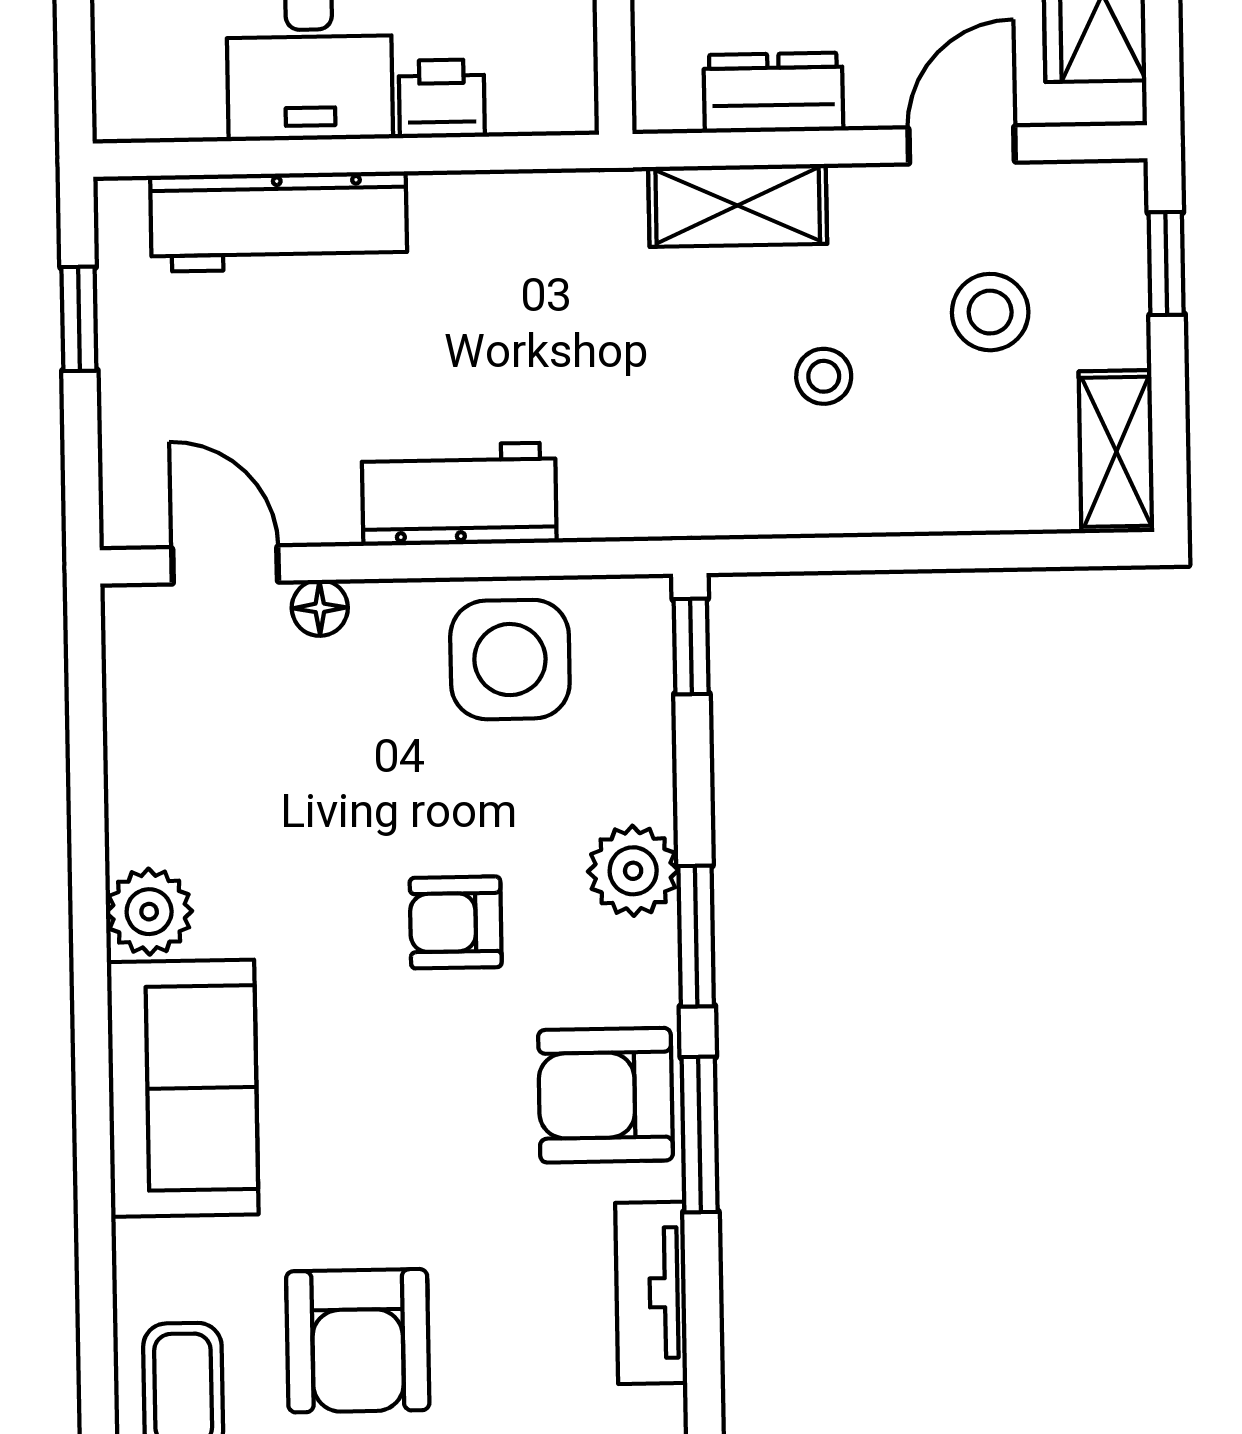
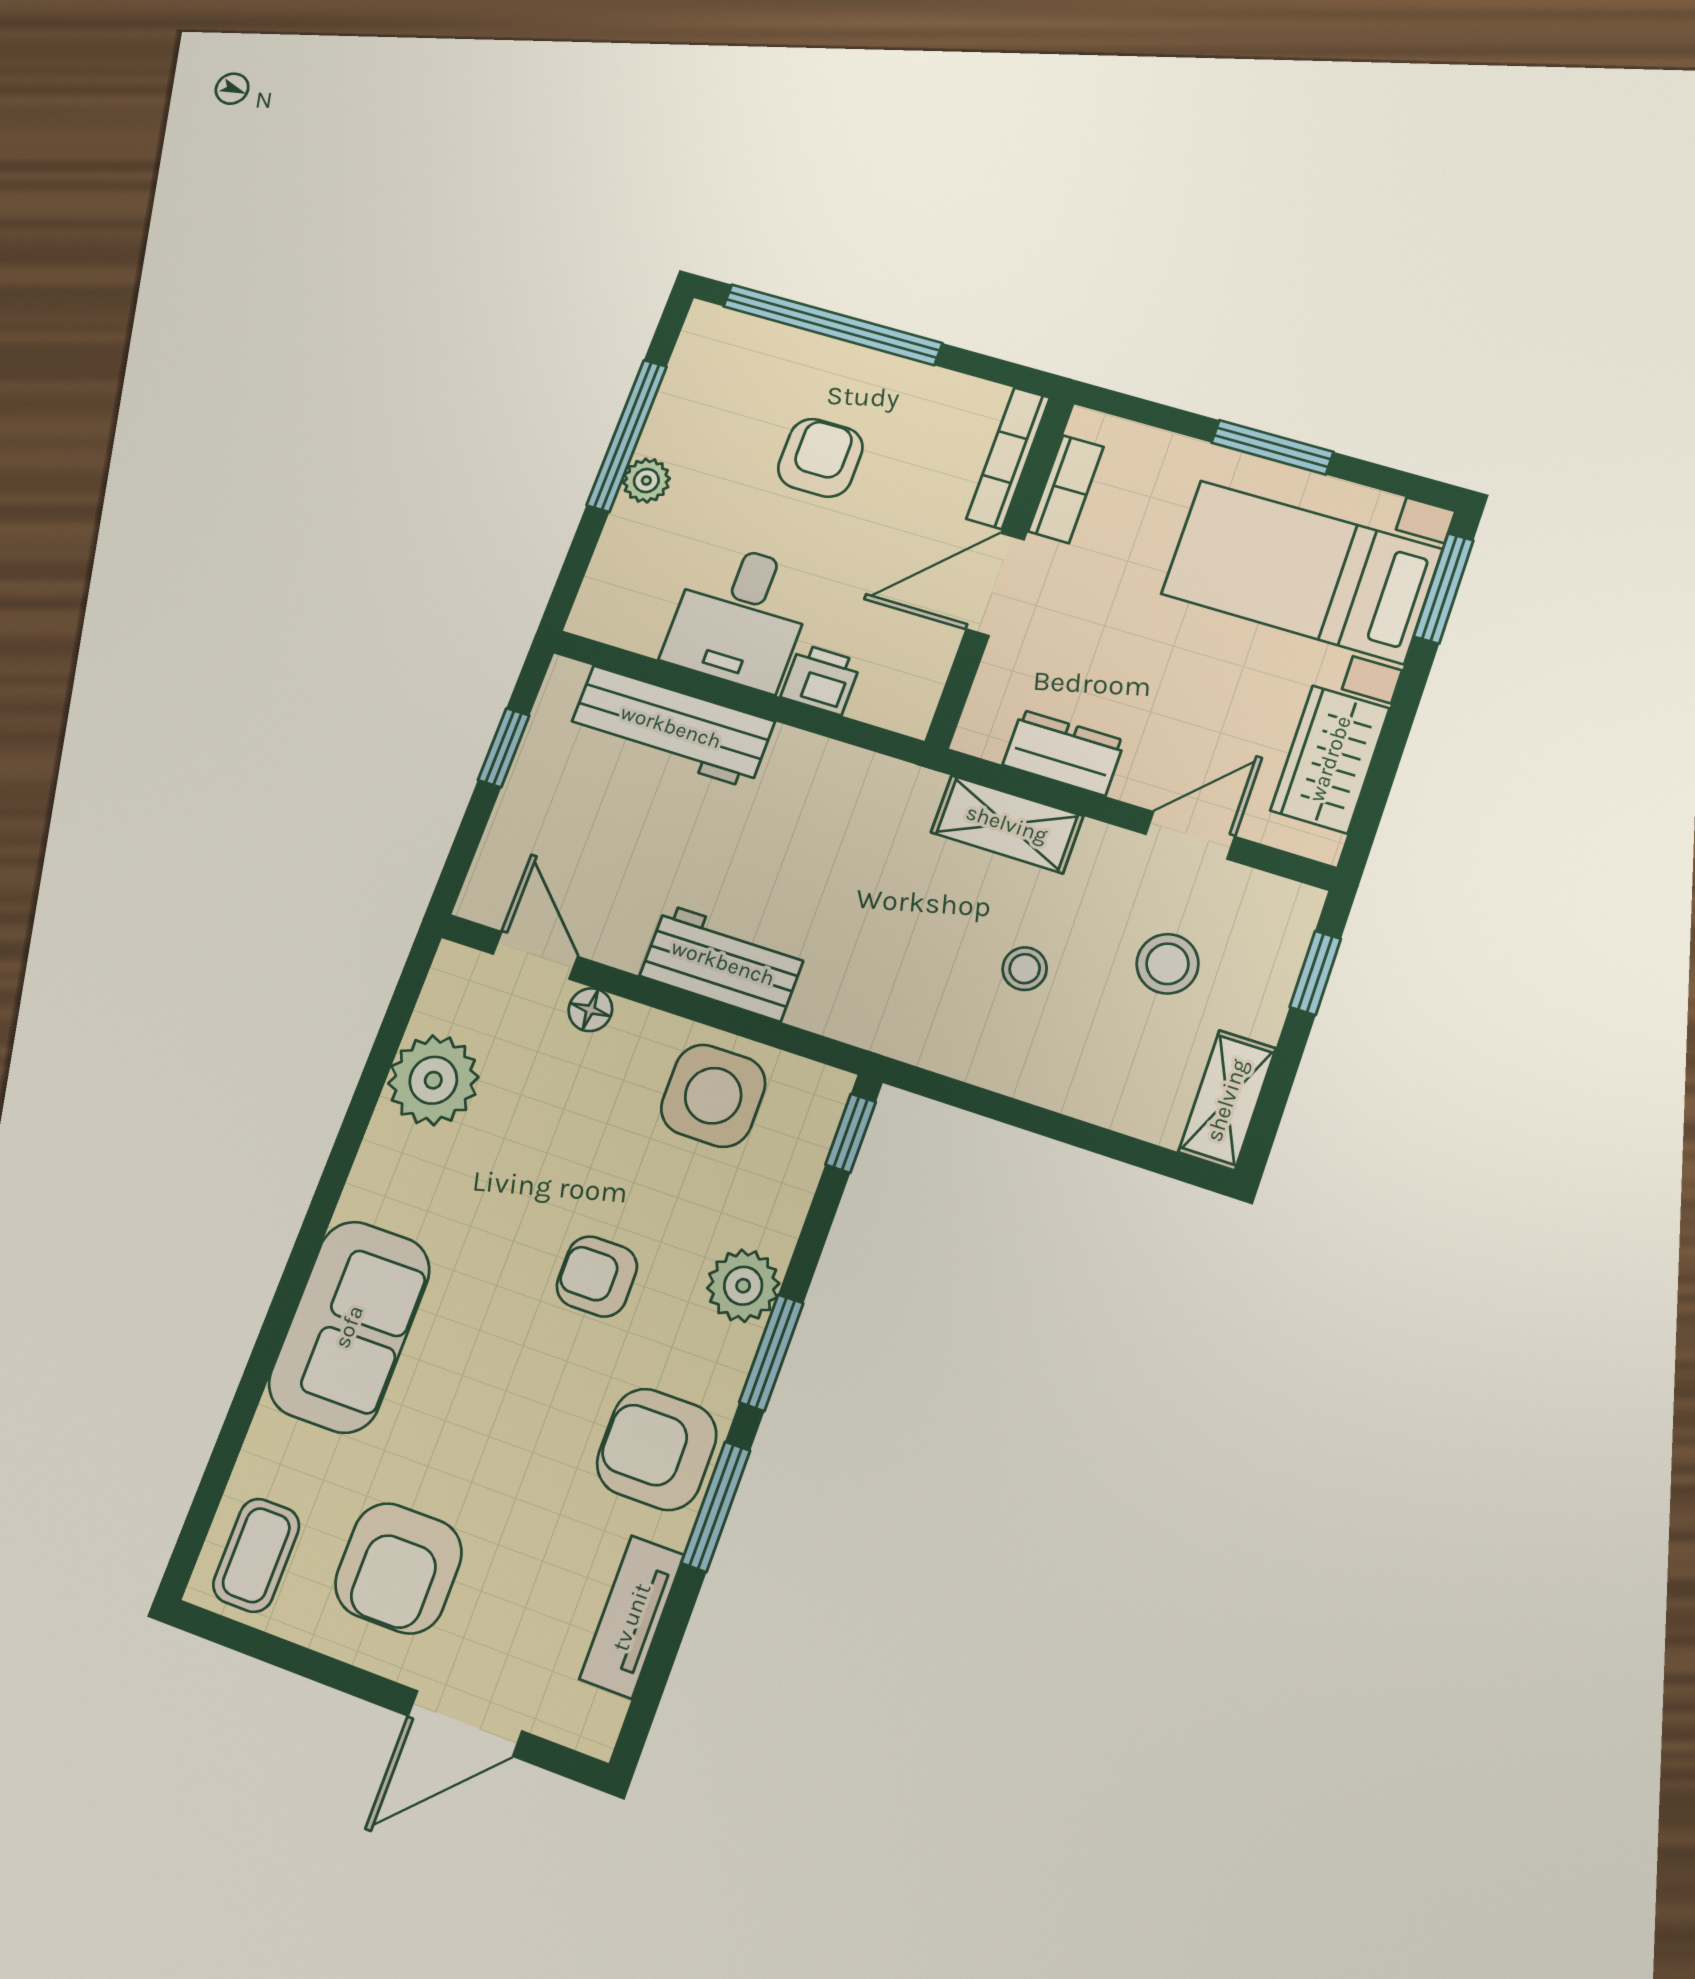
plant: (149, 912) -> (433, 1080), moved, width x1.36, depth x1.36

